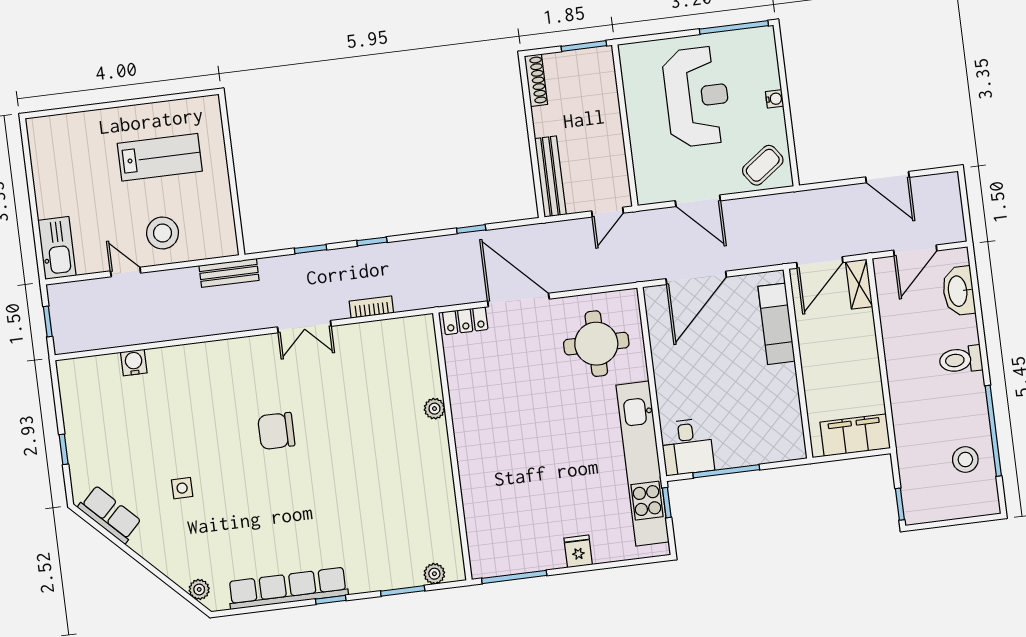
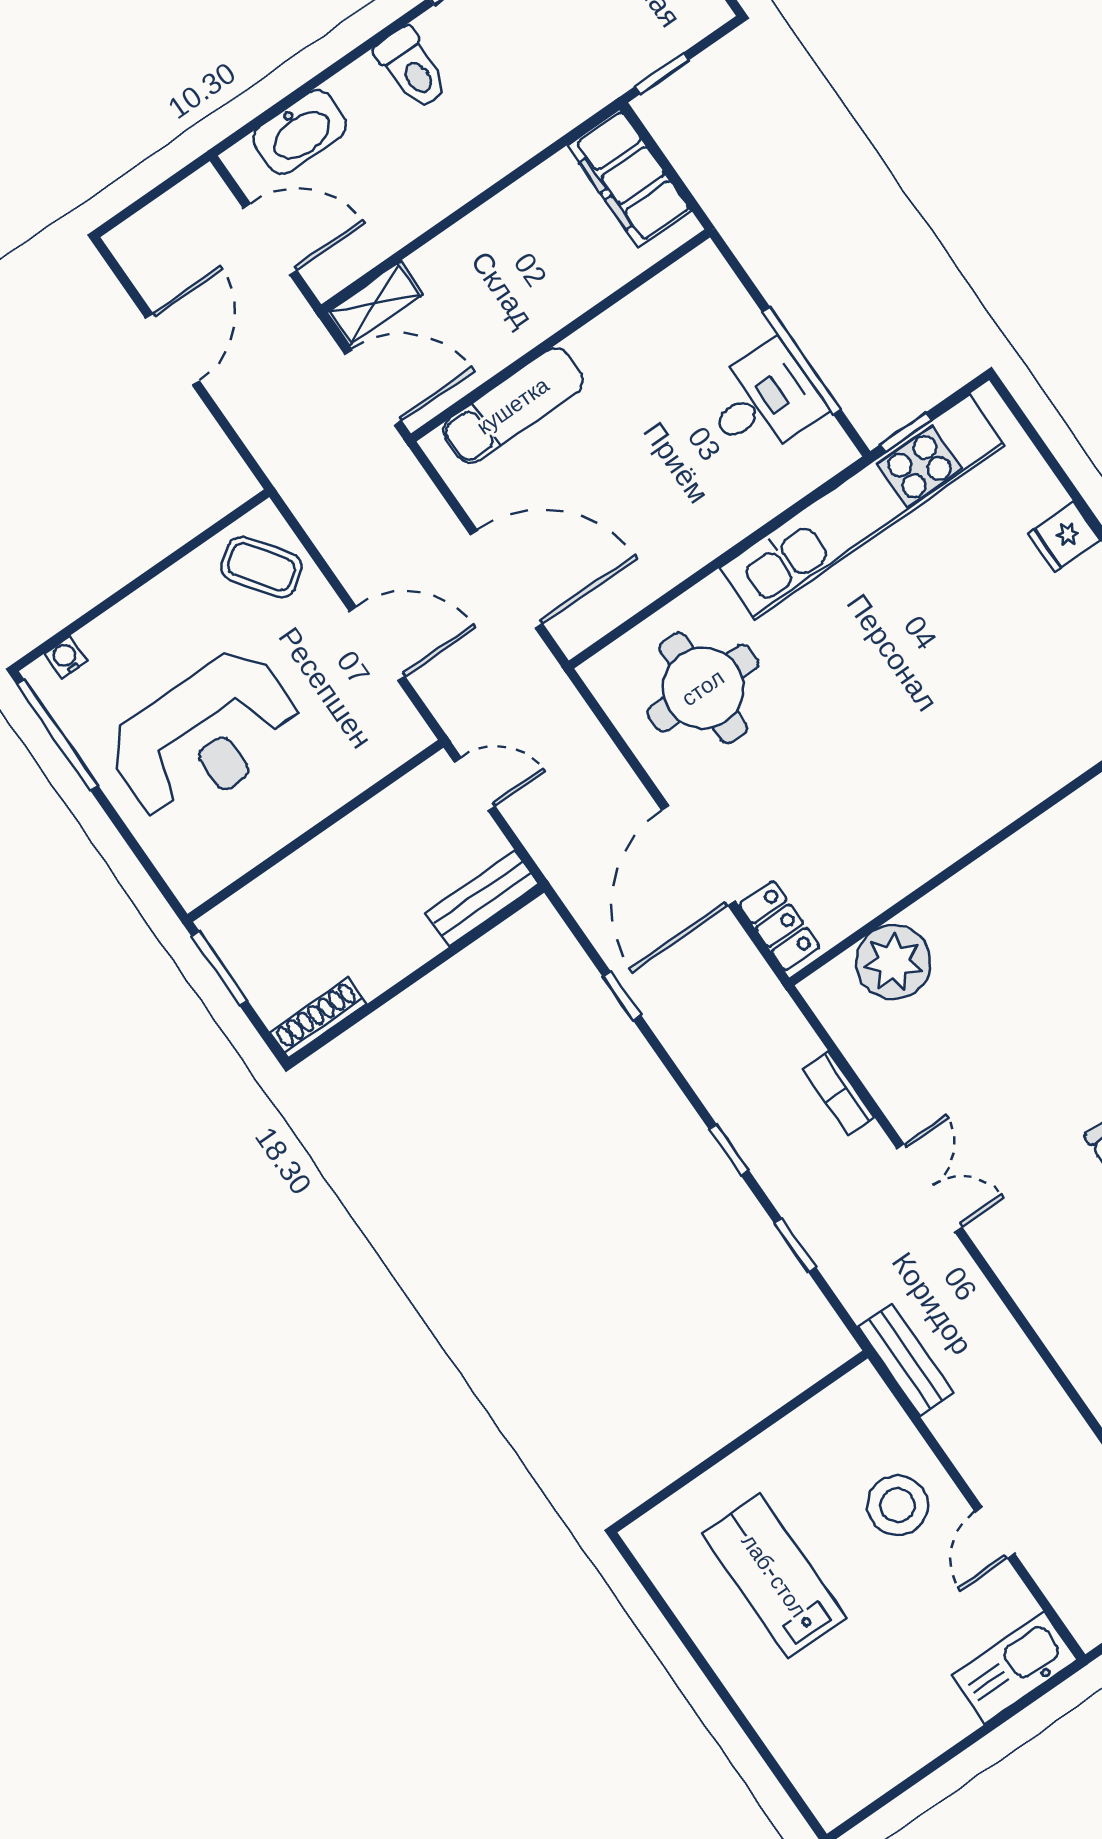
reception desk: (697, 97) -> (205, 736), turned 180
water cooler: (775, 99) -> (66, 657), moved
bench: (550, 177) -> (482, 899), width x0.73
door: (698, 201) -> (377, 644), hinge flipped
plant: (434, 409) -> (893, 962), moved, width x1.87, depth x1.87
desk: (687, 447) -> (763, 401), moved
window: (900, 504) -> (662, 73), moved

